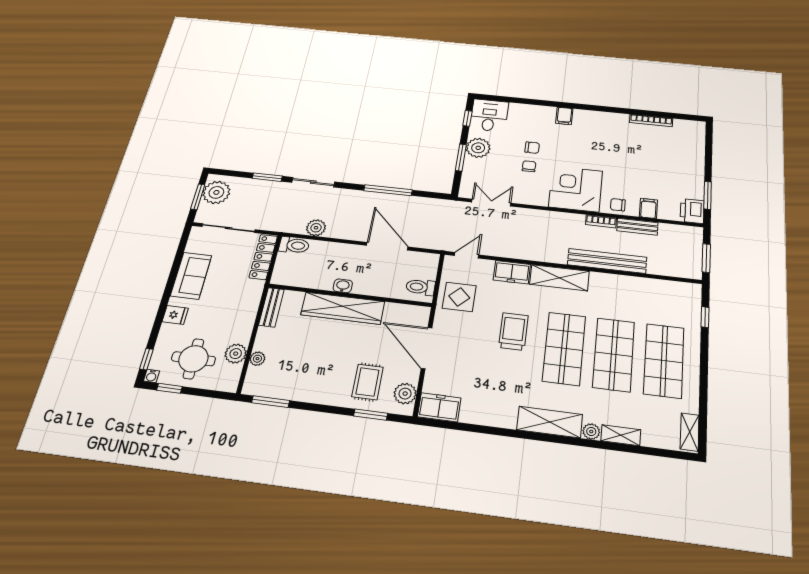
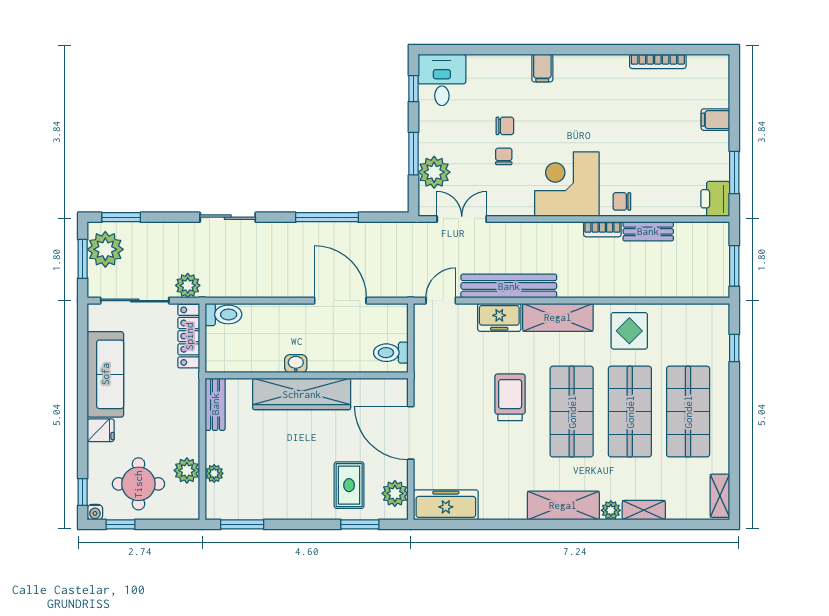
plant: (478, 148) -> (434, 172), moved
window: (267, 177) -> (121, 217), moved
filing cabinet: (648, 208) -> (715, 120), moved, turned -90
plant: (316, 228) -> (188, 285), moved
bench: (607, 261) -> (509, 286), moved
sofa: (191, 276) -> (105, 374), width x1.36
display table: (459, 297) -> (629, 331), moved
freezer: (439, 407) -> (446, 505), width x1.40

